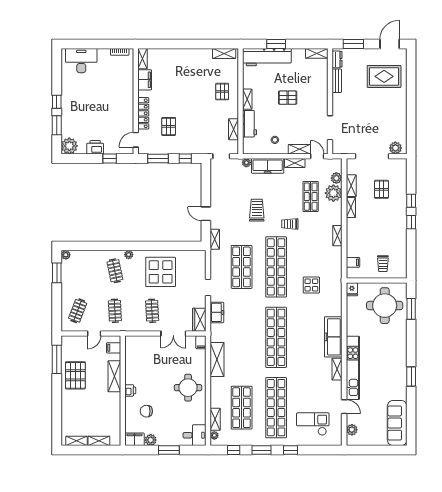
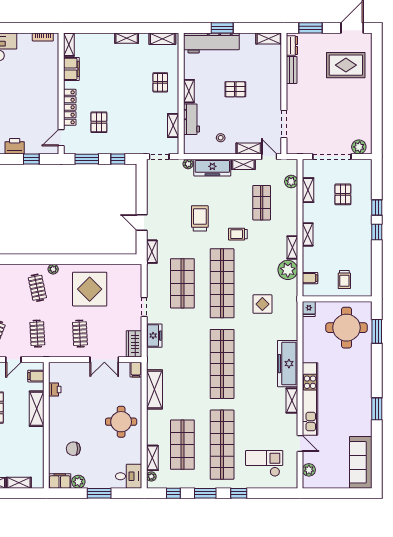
shelving: (193, 53) -> (127, 38), added
plant: (333, 193) -> (288, 270), moved
shelving: (351, 208) -> (308, 234), moved
printer: (130, 390) -> (55, 389), moved

